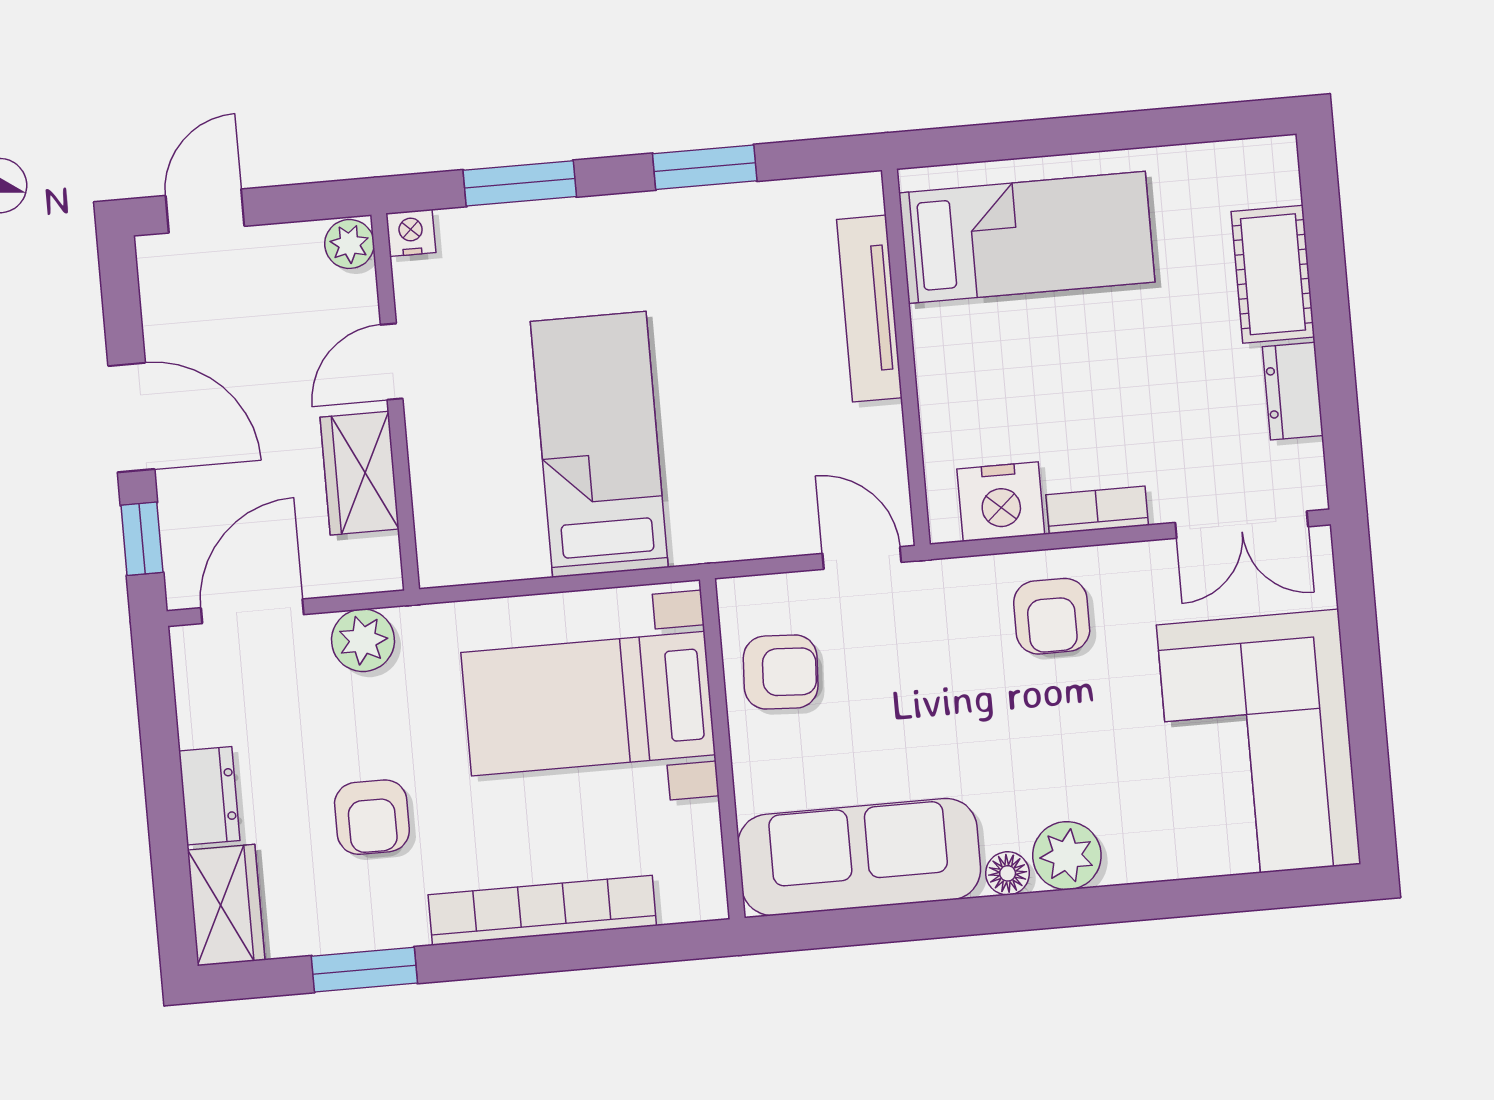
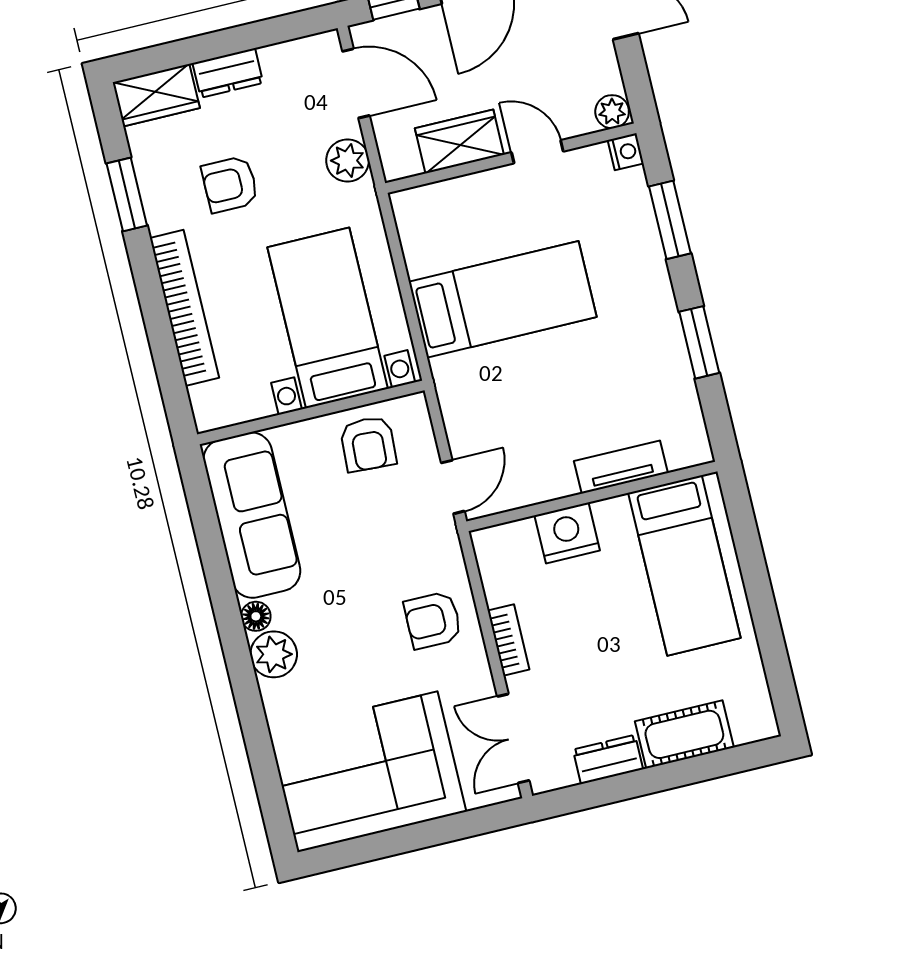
tv unit: (869, 309) -> (621, 467), width x0.71
nightstand: (1001, 502) -> (567, 533), moved, turned 90

